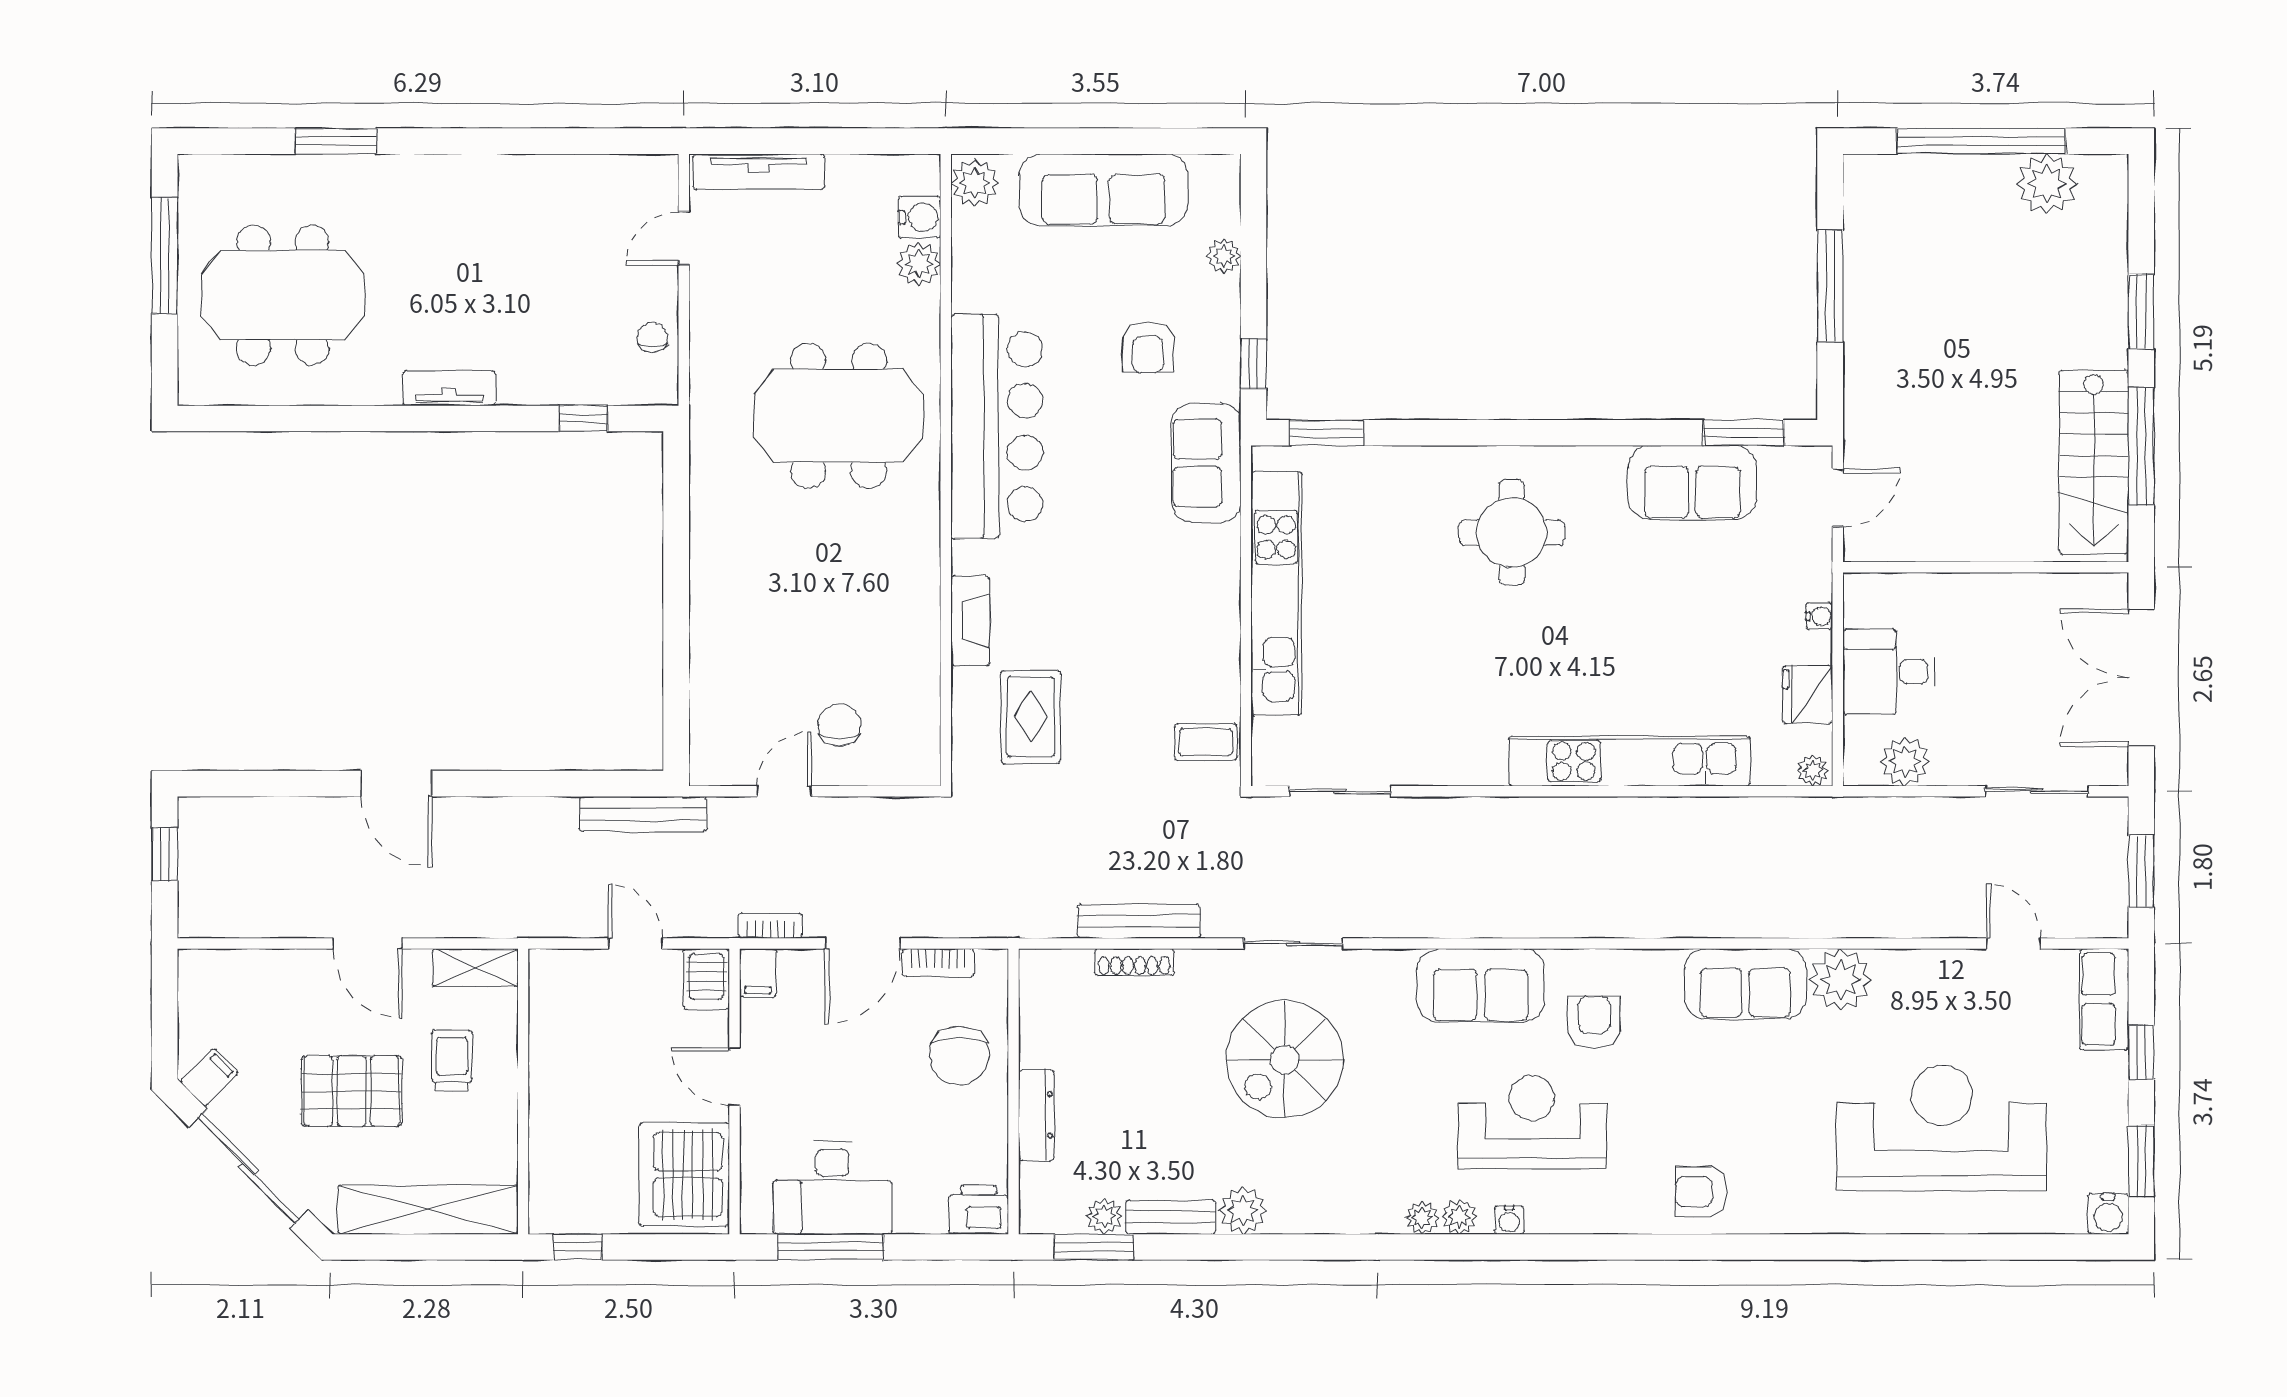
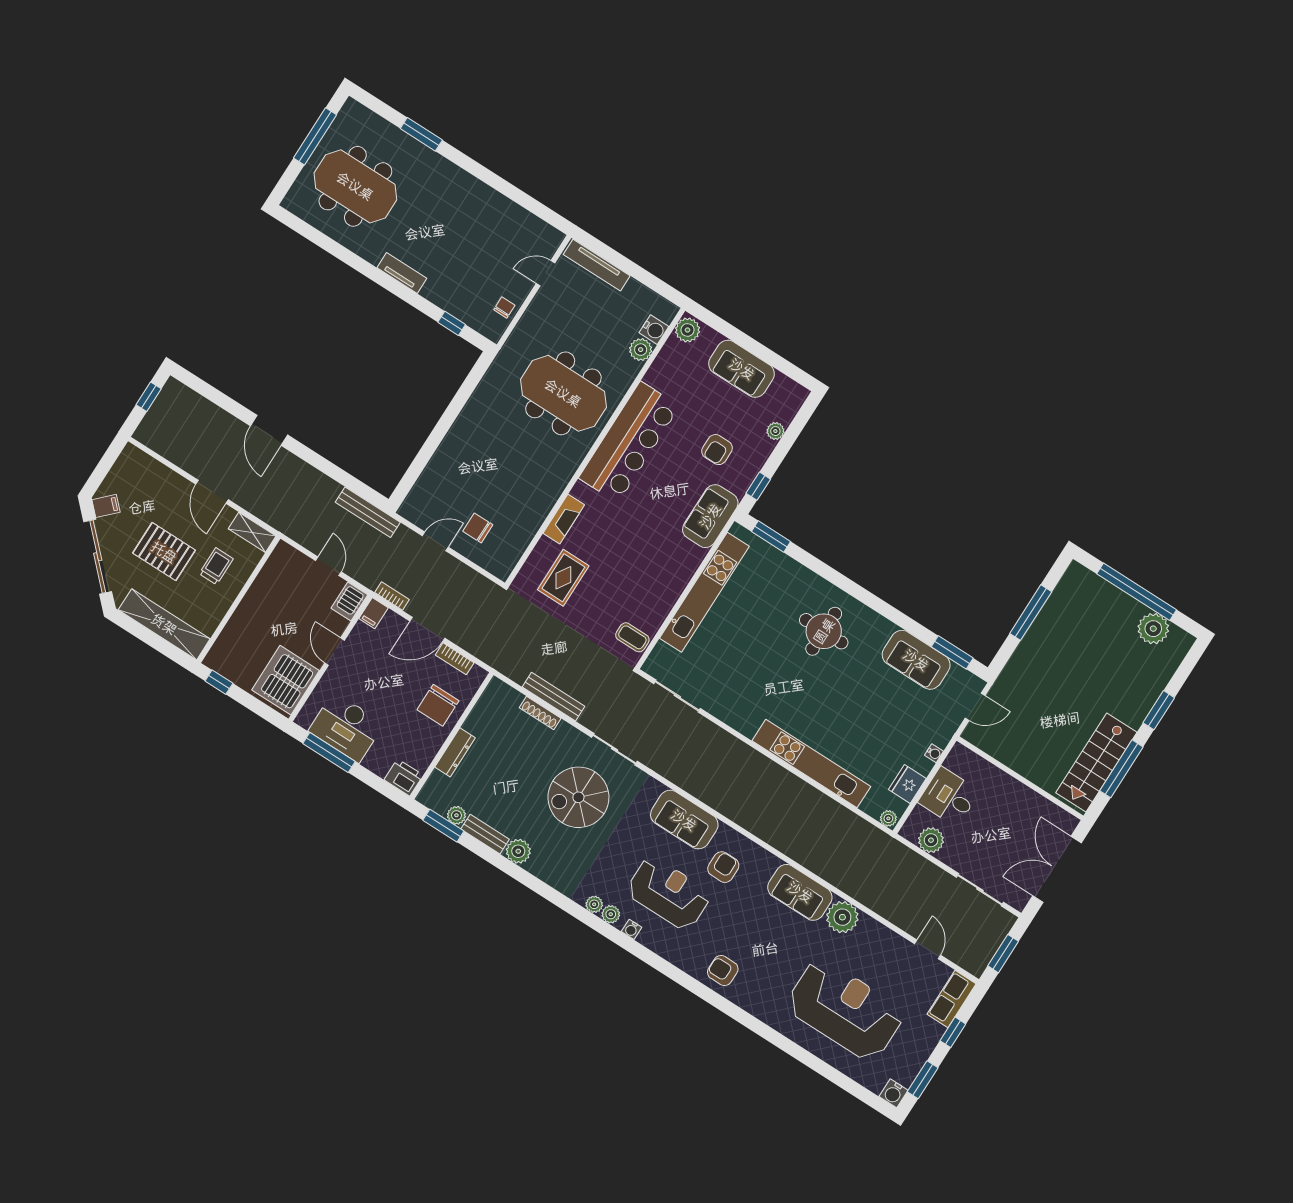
sofa: (1103, 190) -> (742, 369), width x0.73
chair: (839, 725) -> (478, 528), turned -90

